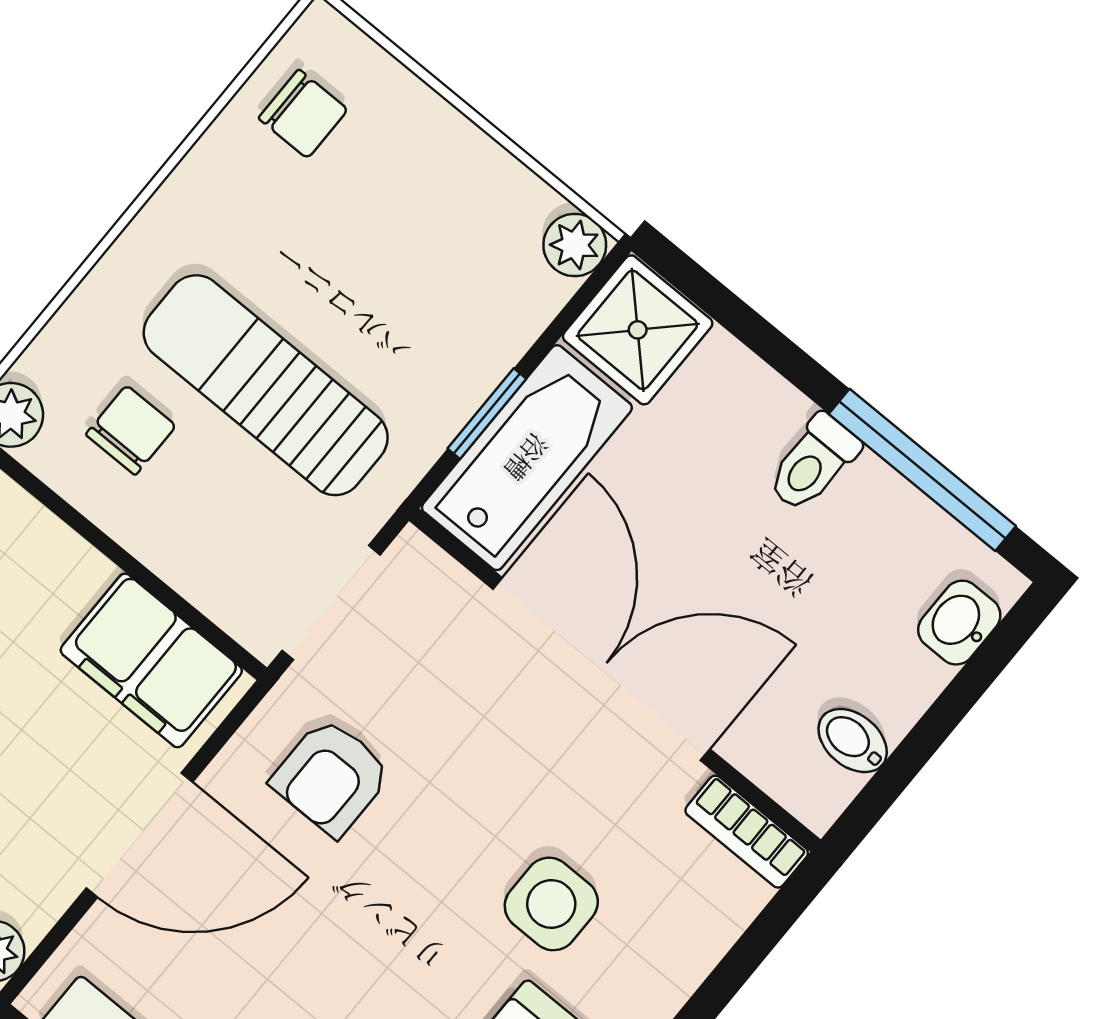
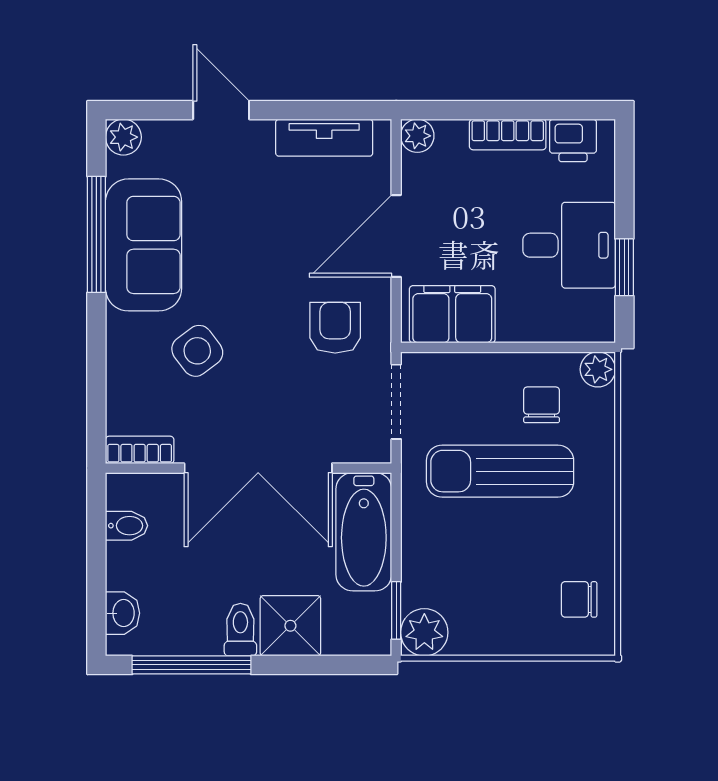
plant: (575, 245) -> (424, 632), width x1.38, depth x1.38
shower: (638, 330) -> (290, 626), moved
sun lounger: (266, 385) -> (500, 471), turned 180
window: (487, 414) -> (396, 610), moved
chair: (131, 430) -> (542, 405), turned 180
side table: (551, 904) -> (197, 351), turned -37

